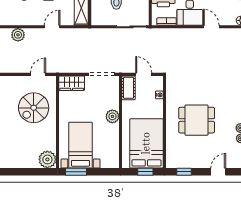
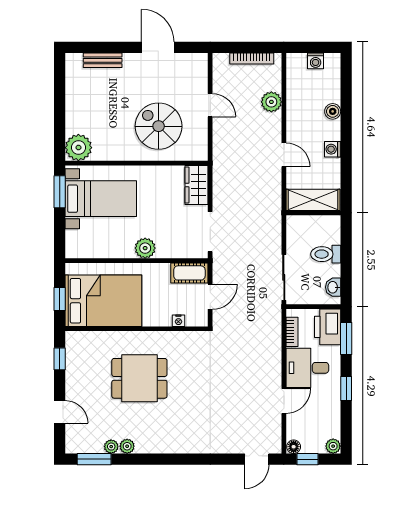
door: (38, 74) -> (210, 105), moved
dining table: (197, 120) -> (139, 378), turned 90

